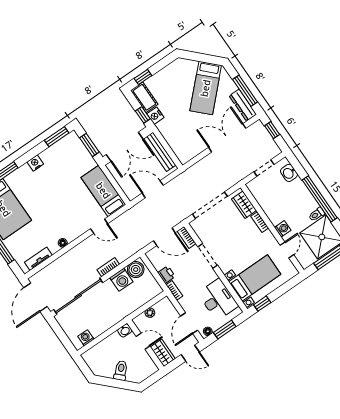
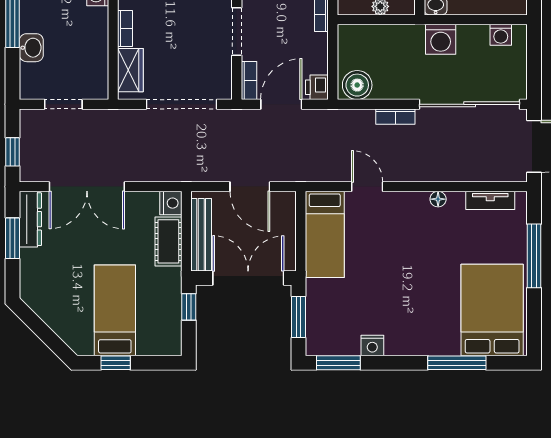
window: (143, 77) -> (116, 363), moved
bed: (206, 88) -> (115, 310), moved, turned -45
window: (245, 91) -> (13, 238), width x0.69
cot: (144, 97) -> (168, 241), moved
nightstand: (155, 116) -> (171, 203), moved
nightstand: (35, 163) -> (372, 346), moved
washbasin: (289, 173) -> (31, 48), moved
door: (164, 237) -> (281, 104), hinge flipped
printer: (166, 275) -> (317, 87), moved
washing machine: (121, 280) -> (441, 39), moved, turned 180

